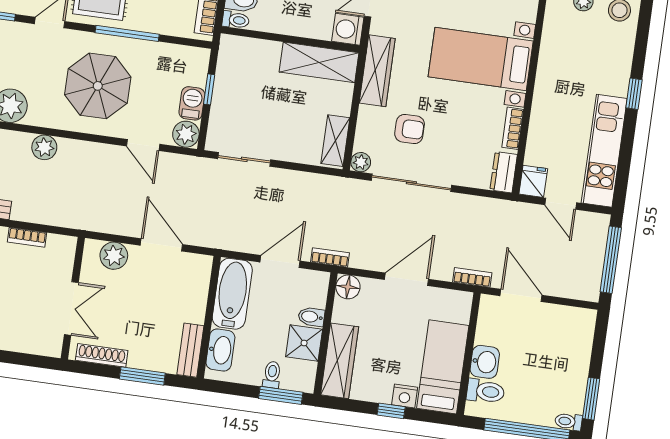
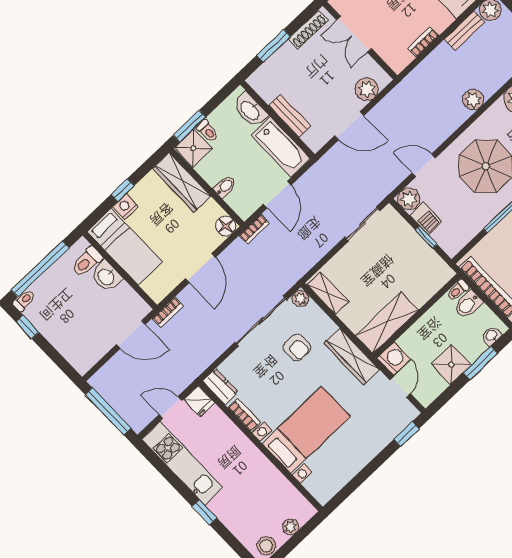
armchair: (410, 129) -> (297, 347), turned -90
shower: (304, 343) -> (193, 148), moved
bench: (190, 350) -> (290, 116), moved
window: (591, 399) -> (27, 327), width x0.67

